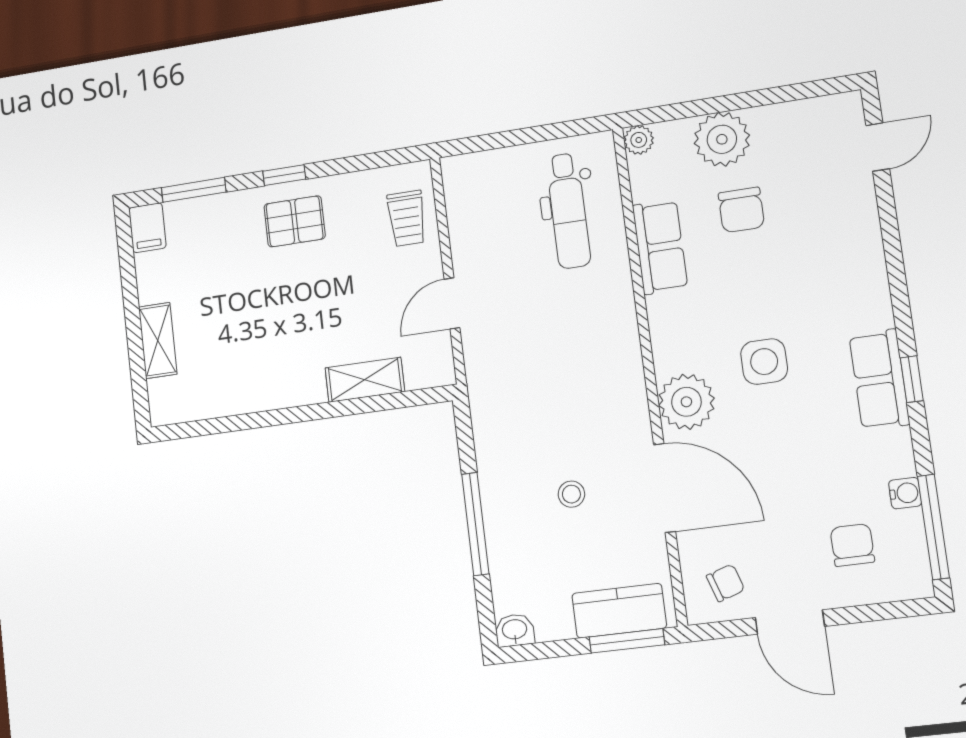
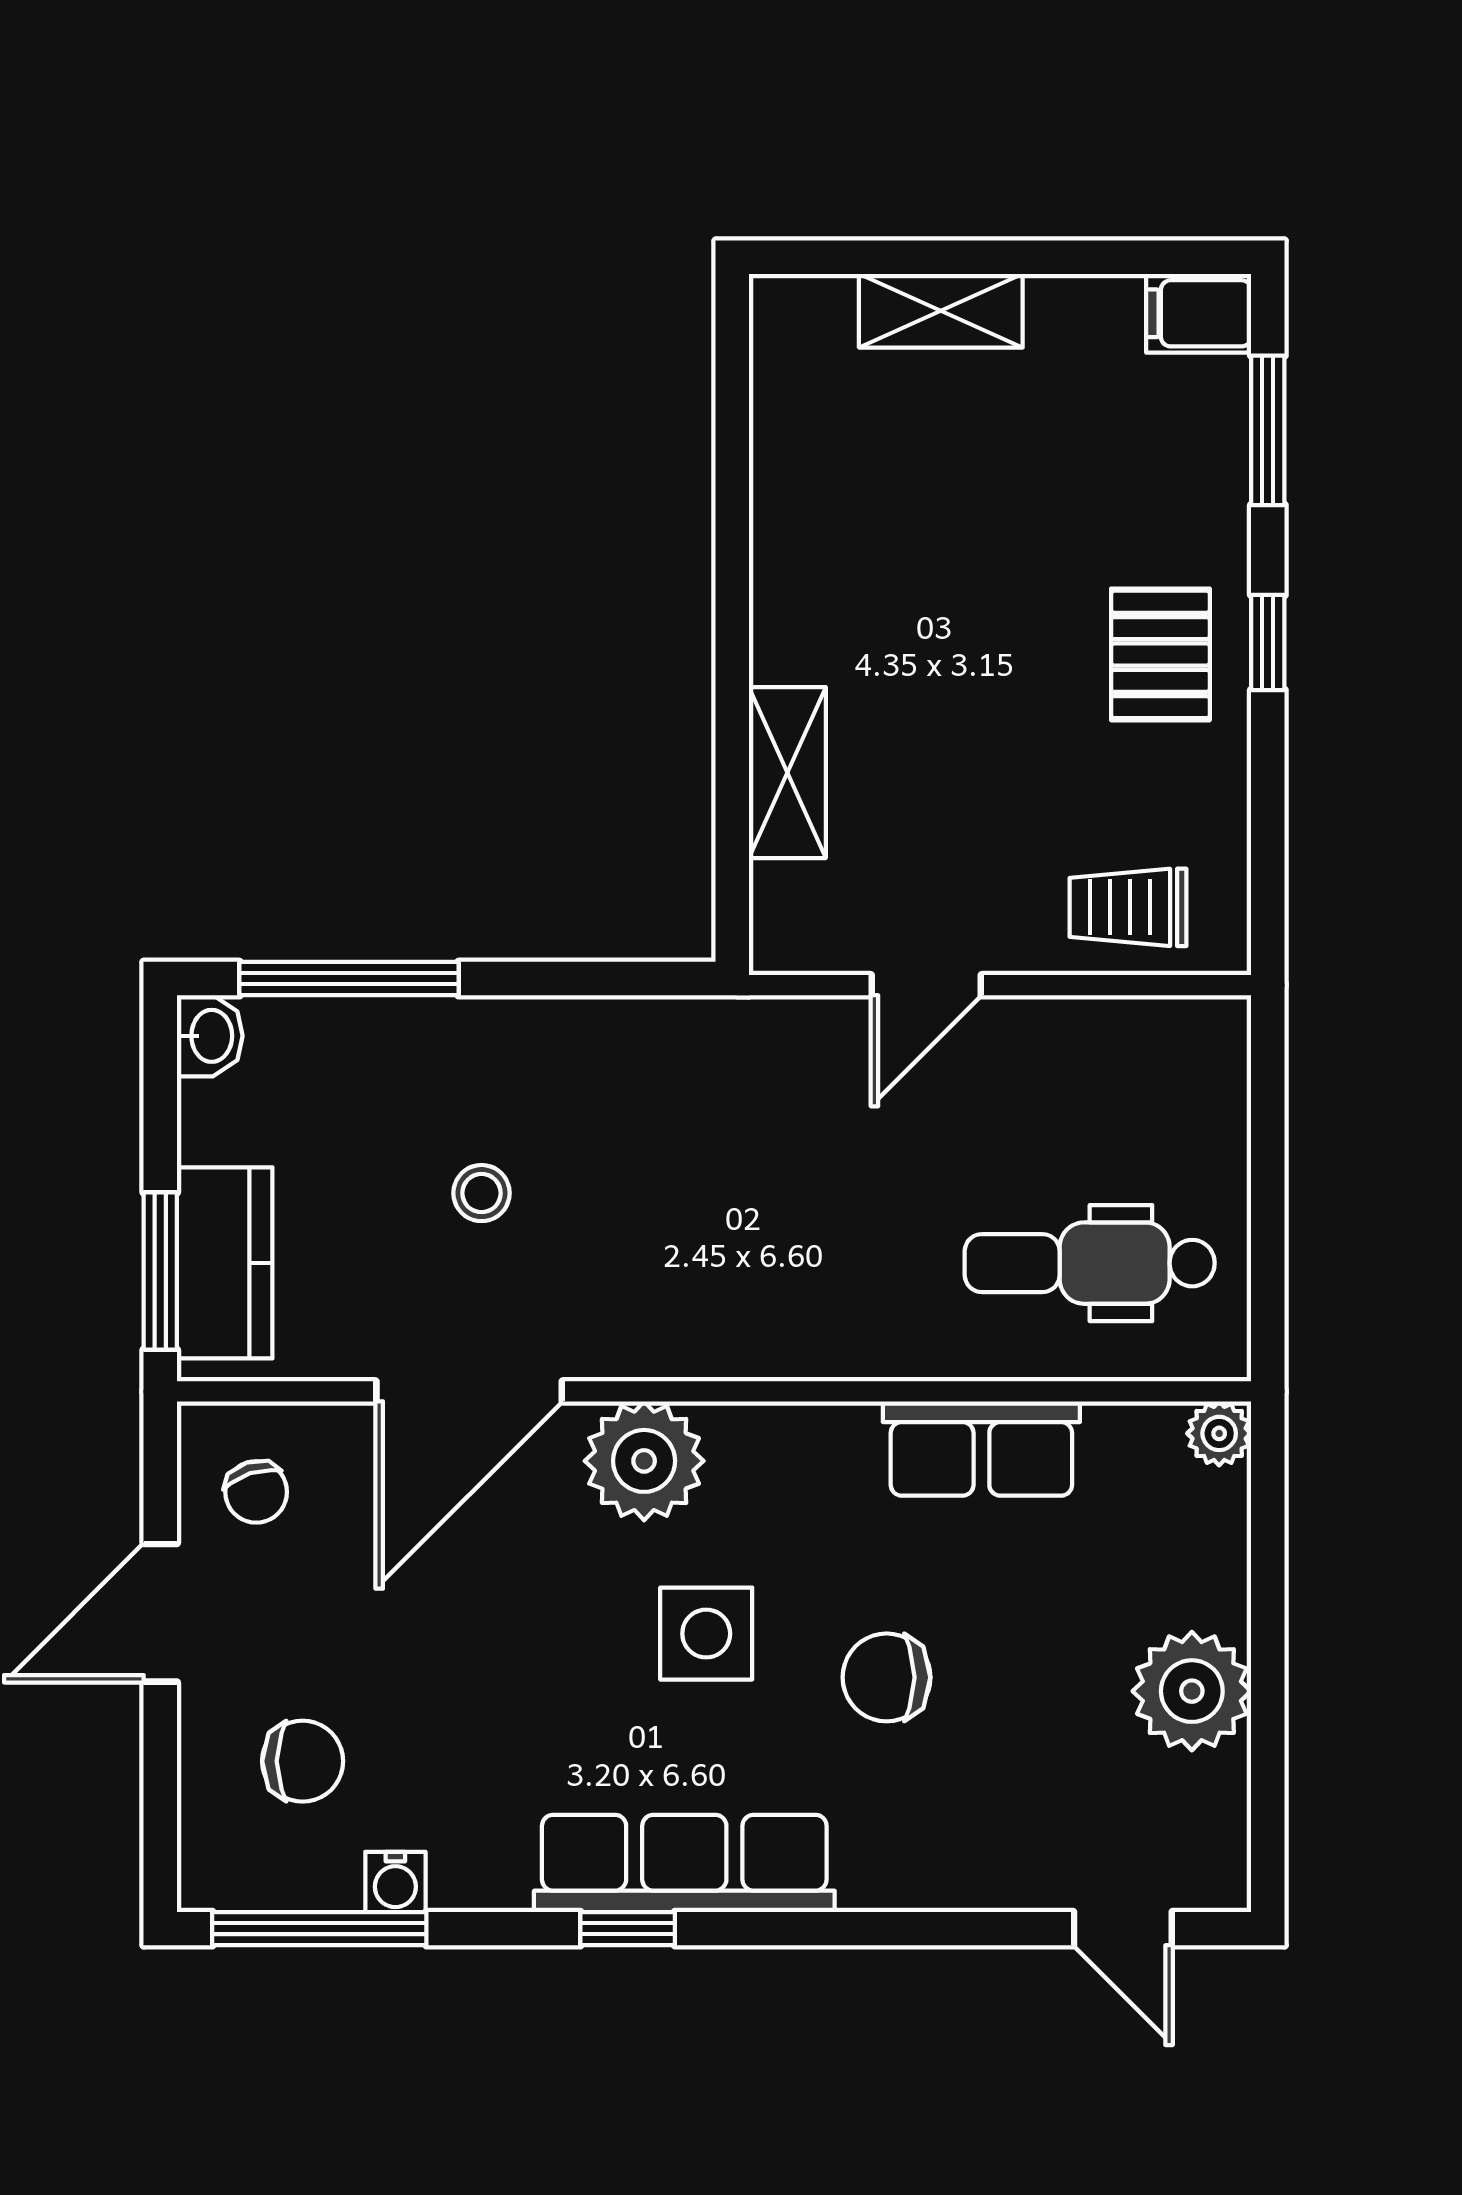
plant: (722, 139) -> (1192, 1691), moved
chair: (741, 210) -> (887, 1677), moved
door: (452, 303) -> (926, 985), swing flipped
row of seats: (879, 380) -> (684, 1863), width x1.48
window: (475, 524) -> (349, 979), moved

